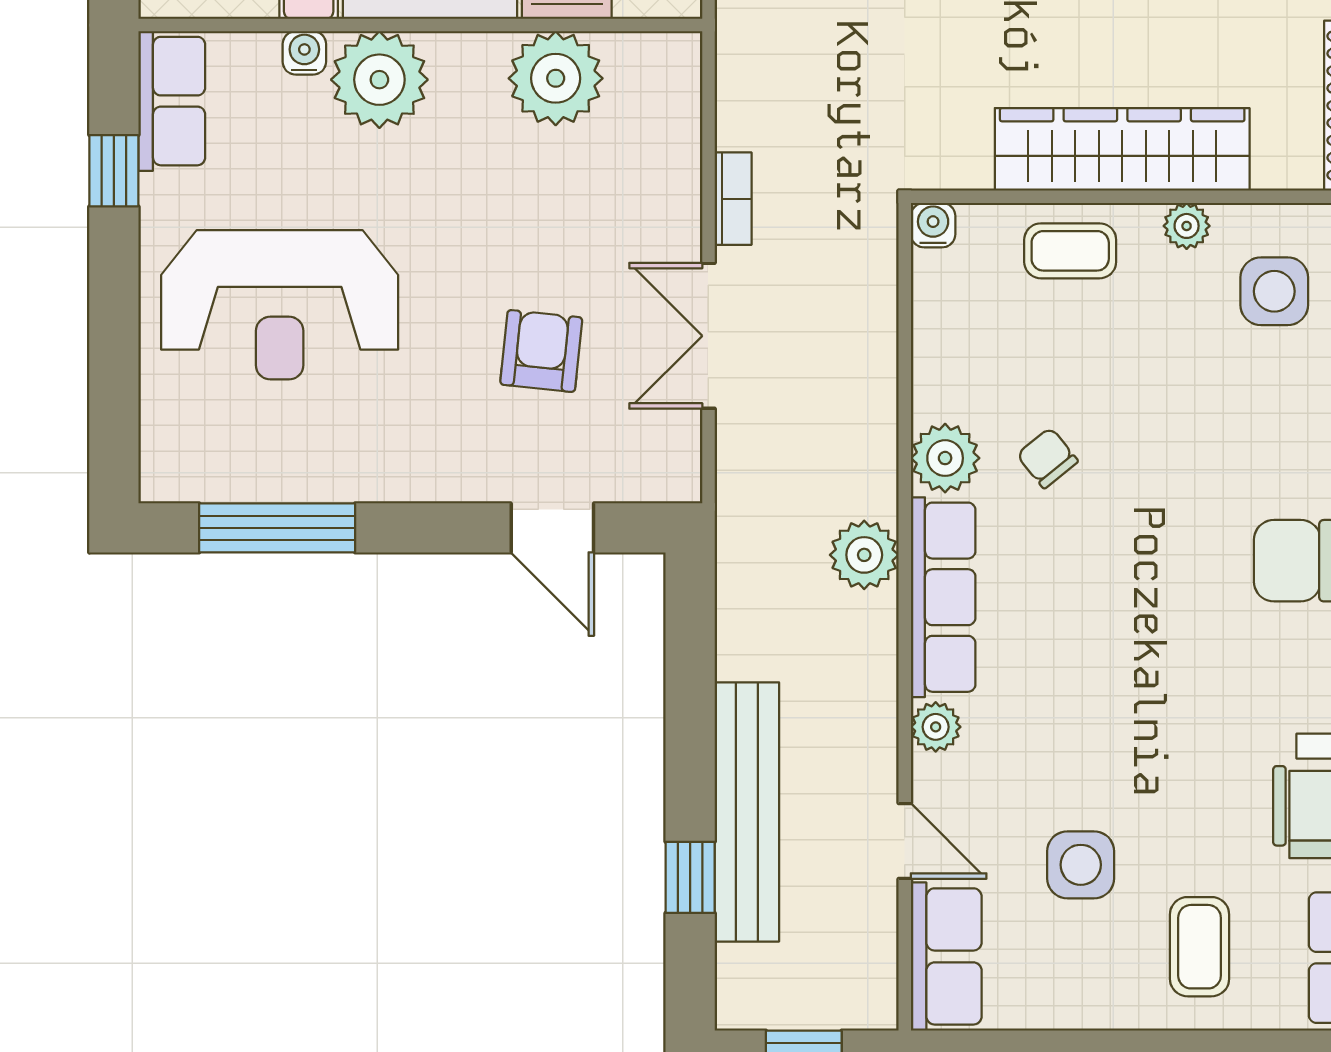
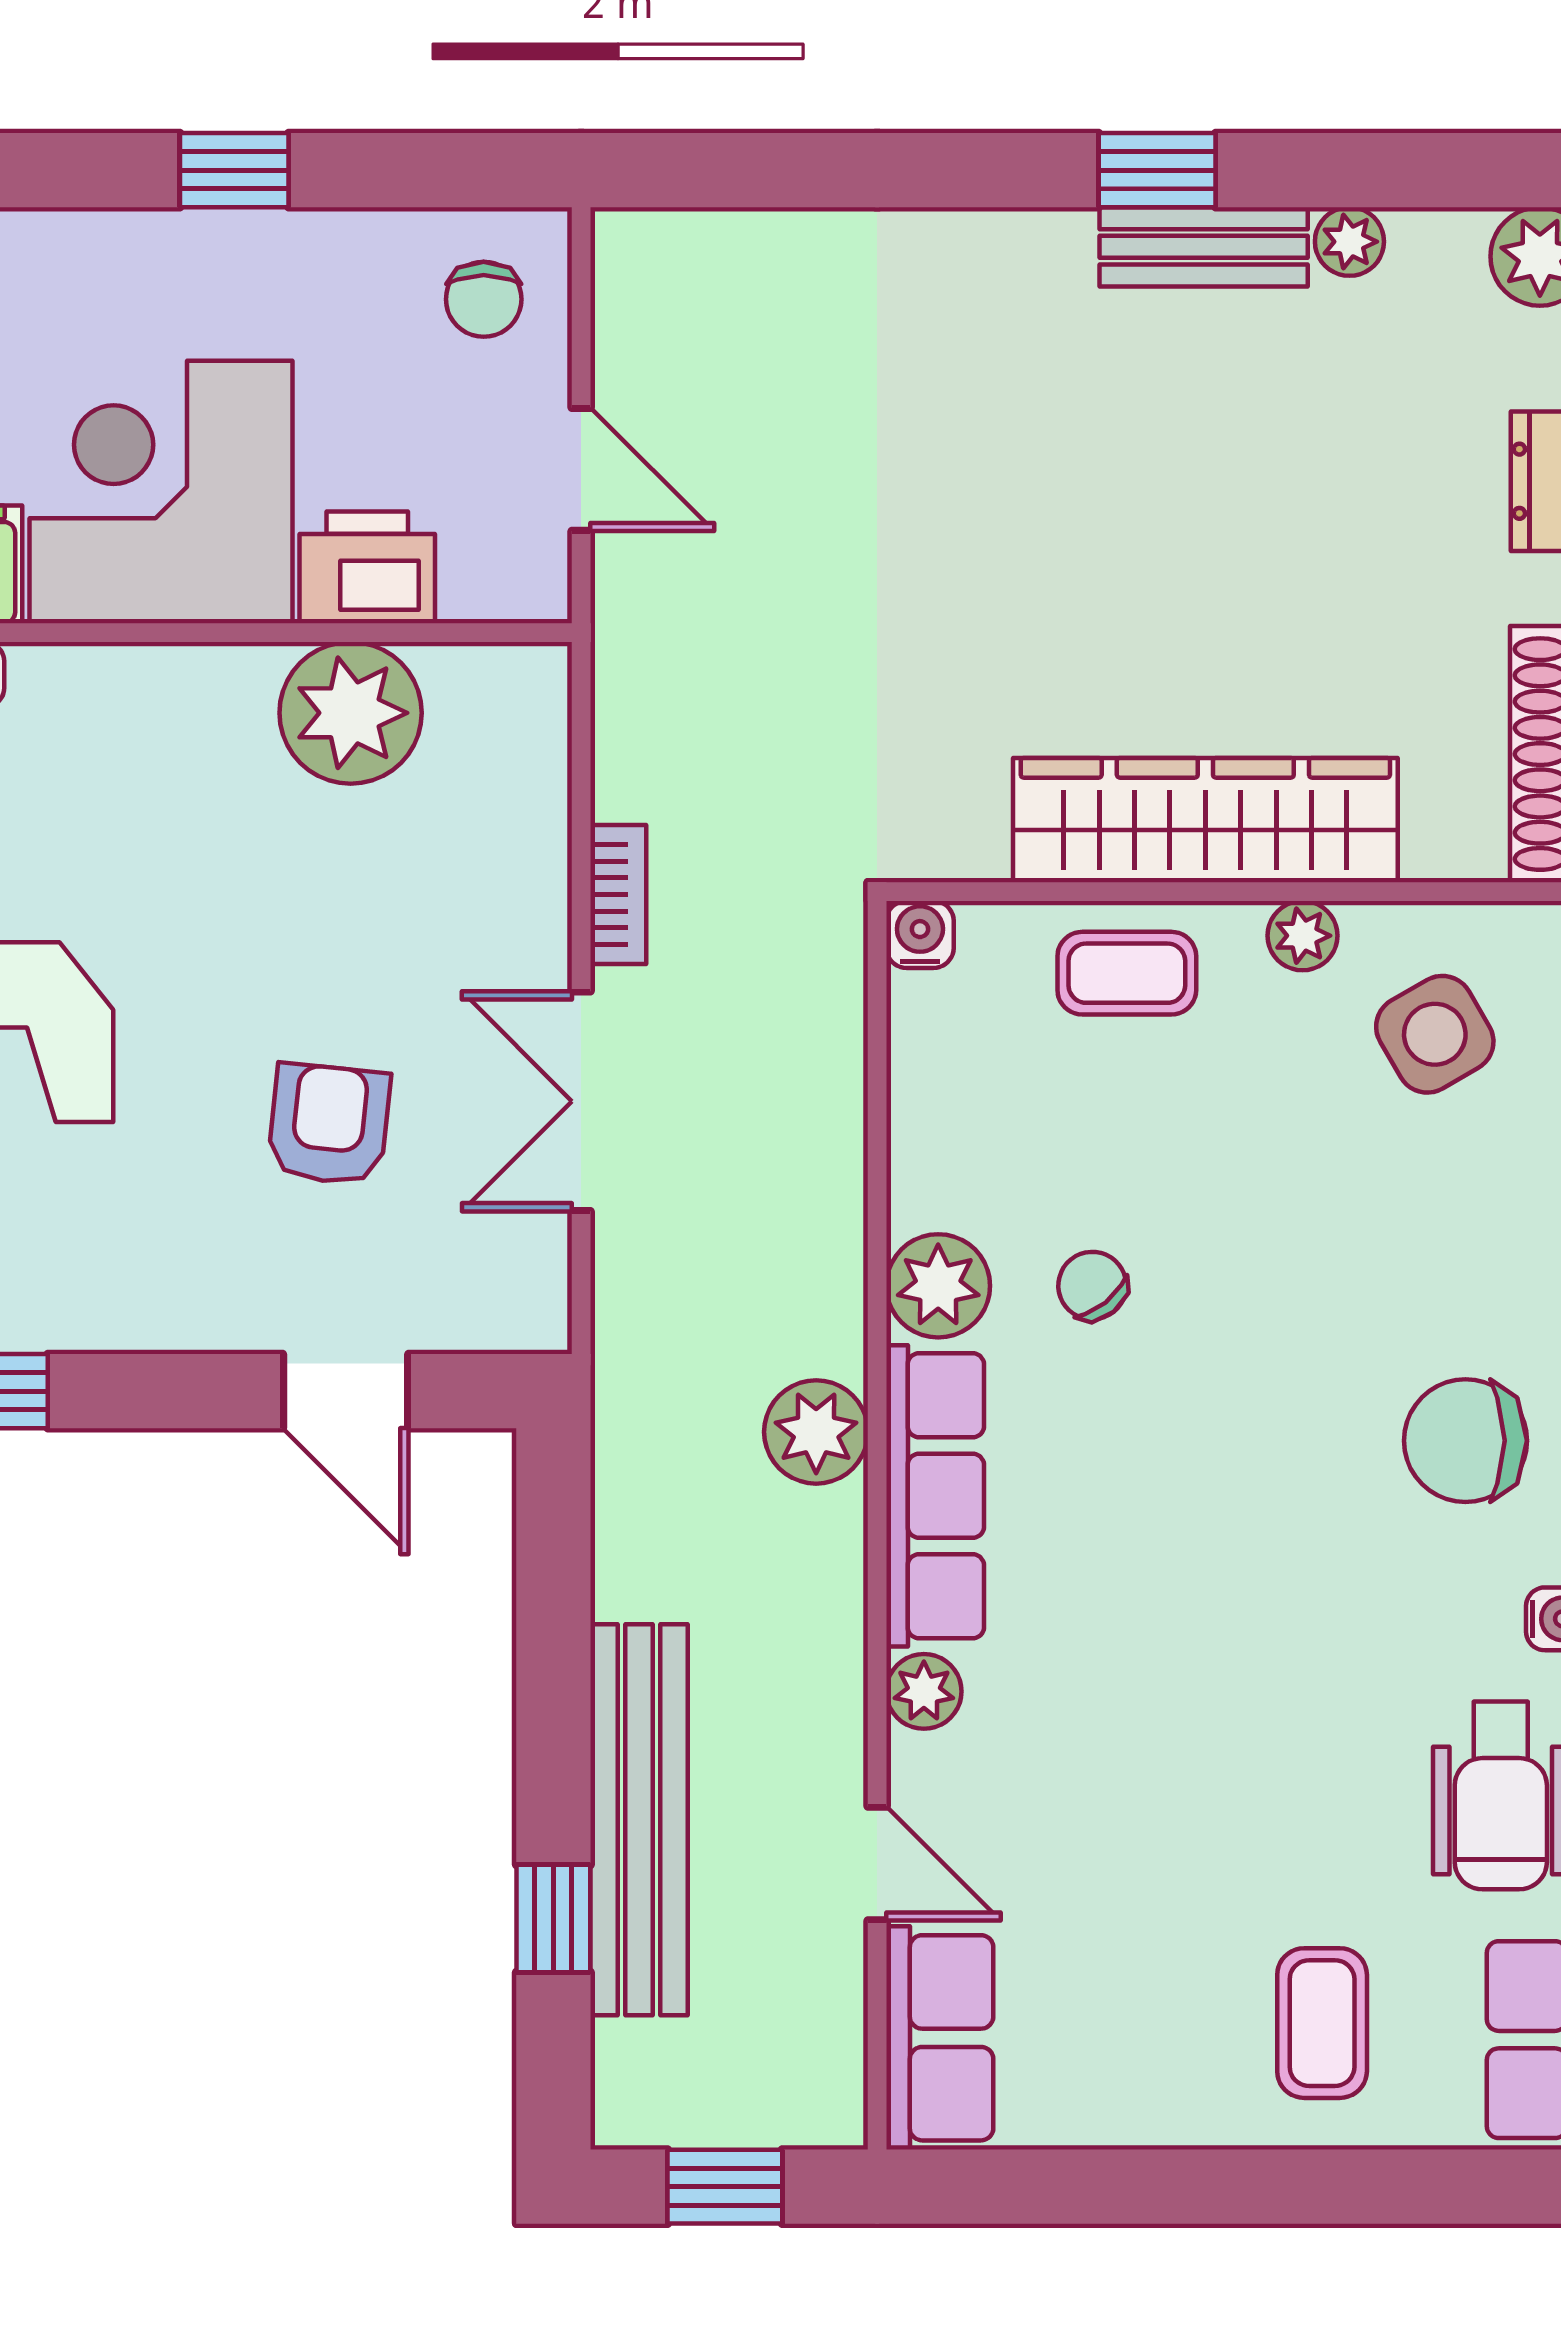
plant: (379, 80) -> (85, 715), removed
side table: (1274, 291) -> (1435, 1034), turned -30
side table: (1081, 865) -> (1143, 1900), removed

